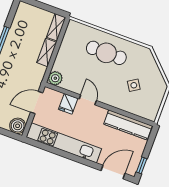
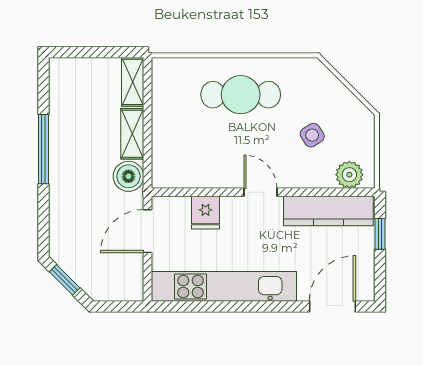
plant: (55, 78) -> (349, 175), moved
door: (88, 100) -> (260, 192), moved
boiler: (18, 126) -> (128, 176), moved
window: (142, 165) -> (380, 234), moved

